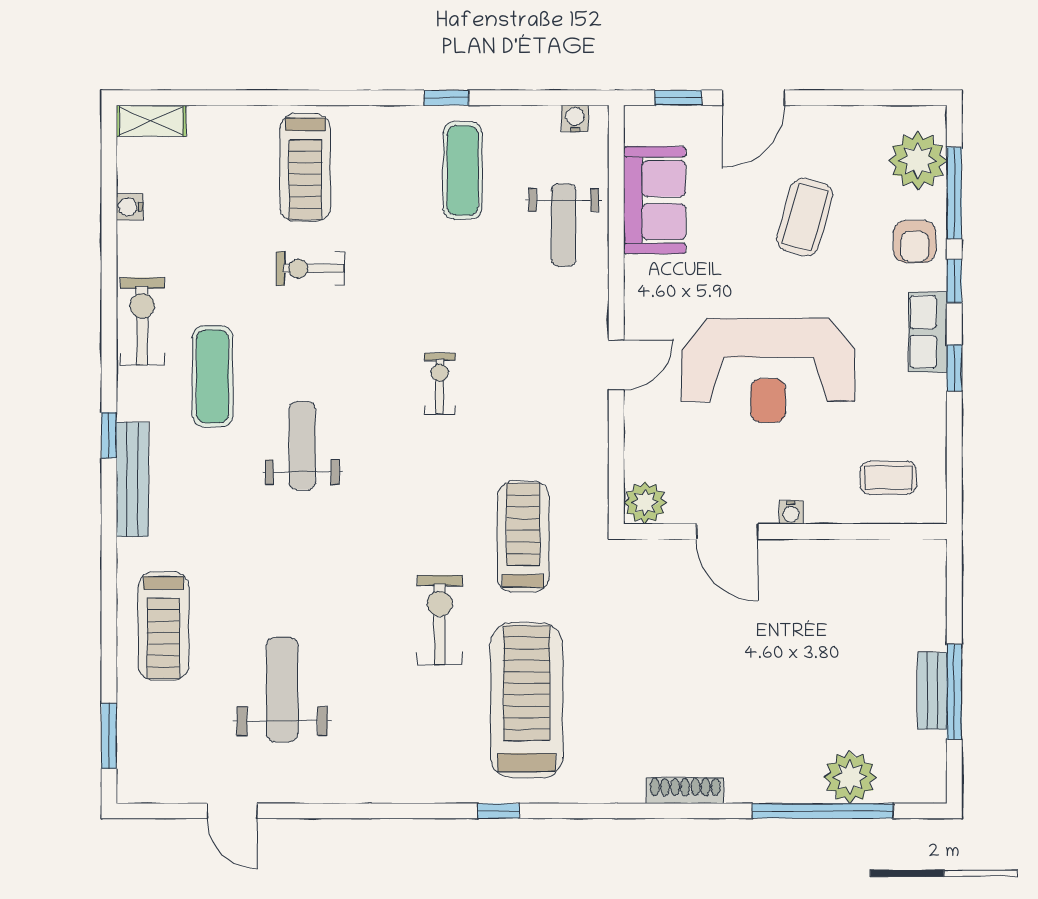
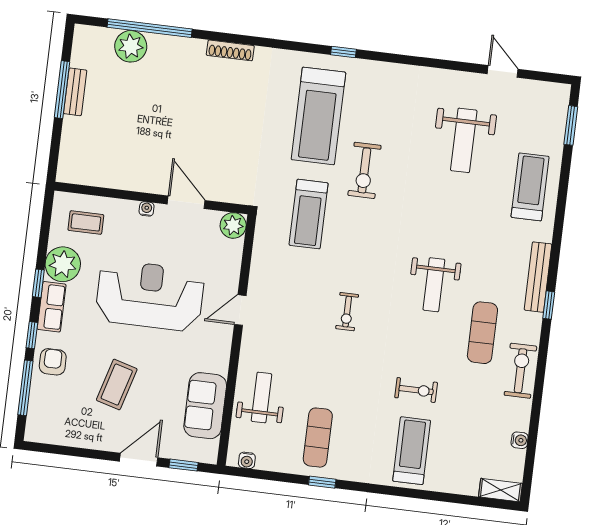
plant: (918, 160) -> (63, 264), moved
exercise bike: (142, 321) -> (520, 371), turned 180

